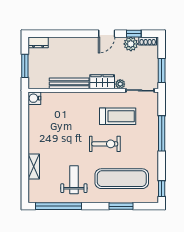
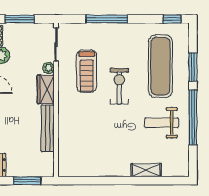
window: (162, 70) -> (20, 19), moved
water cooler: (34, 98) -> (65, 169), removed
treadmill: (118, 116) -> (87, 71), turned 180
window: (58, 206) -> (193, 117), moved

